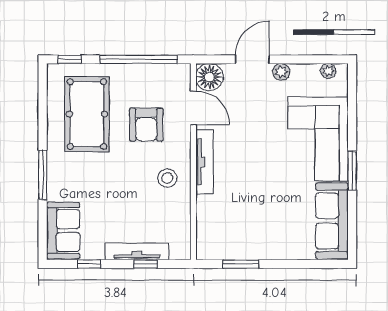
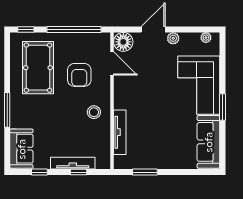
tv unit: (204, 162) -> (120, 132), moved

